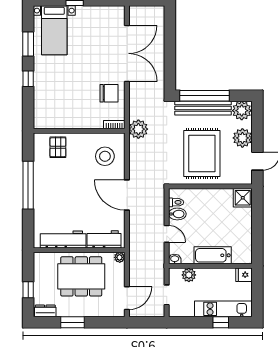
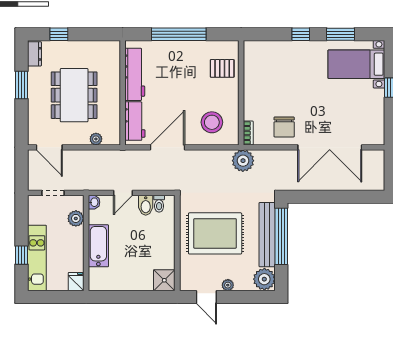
plant: (242, 138) -> (228, 285), width x0.53, depth x0.53
workbench: (63, 239) -> (135, 74), moved
workbench: (104, 239) -> (135, 121), moved
wall: (79, 250) -> (123, 93), moved

